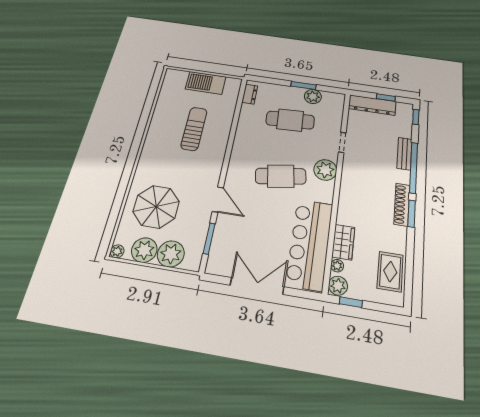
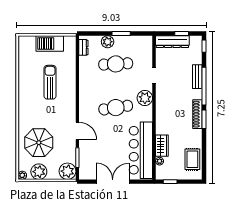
plant: (313, 97) -> (108, 42), moved
plant: (171, 254) -> (68, 171), moved
plant: (338, 286) -> (161, 173), removed

